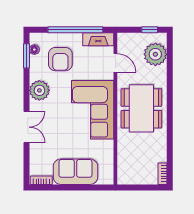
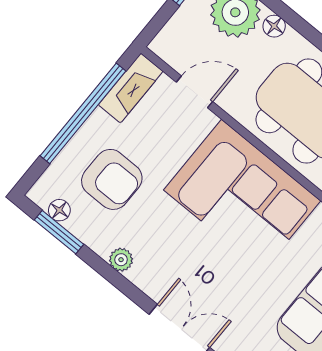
floor lamp: (162, 72) -> (274, 26), added
plant: (39, 90) -> (121, 260), width x0.53, depth x0.53

